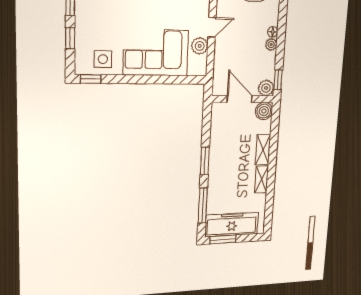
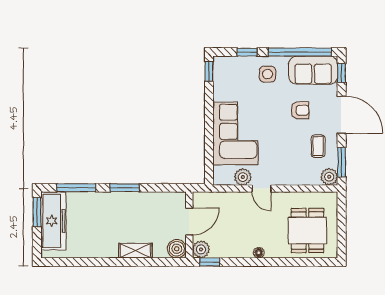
plant: (271, 44) -> (246, 252), removed
side table: (103, 59) -> (268, 74), moved
shelving: (262, 179) -> (102, 251), removed

